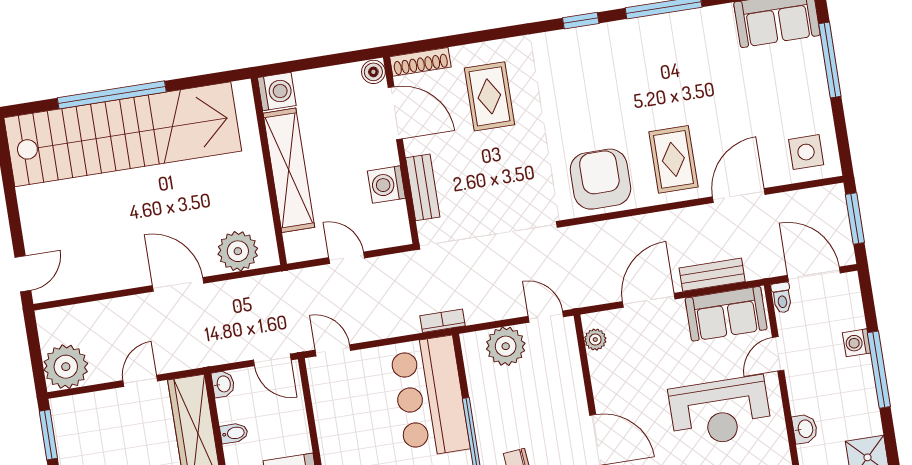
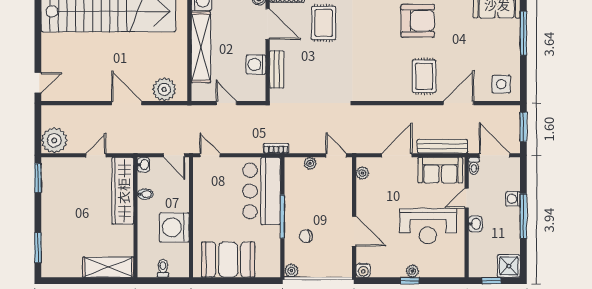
armchair: (600, 179) -> (418, 21), moved, turned 90
bench: (712, 275) -> (442, 146), width x1.36
plant: (506, 346) -> (310, 163), width x0.53, depth x0.53
washbasin: (805, 429) -> (475, 224), moved

